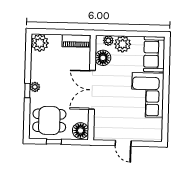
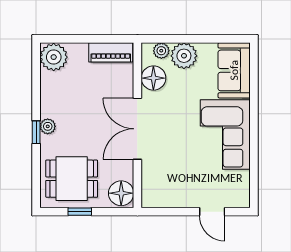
door: (123, 143) -> (212, 212), moved

